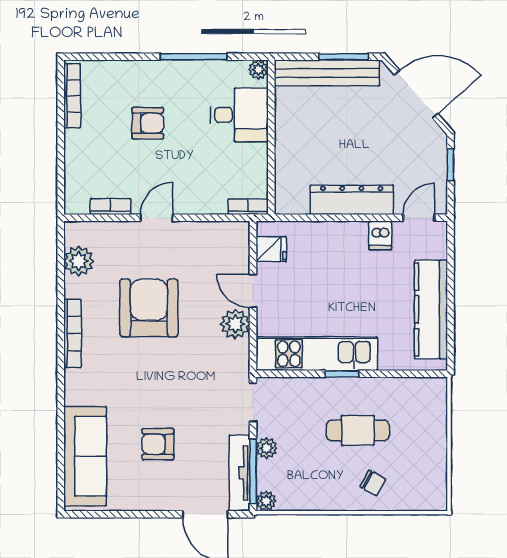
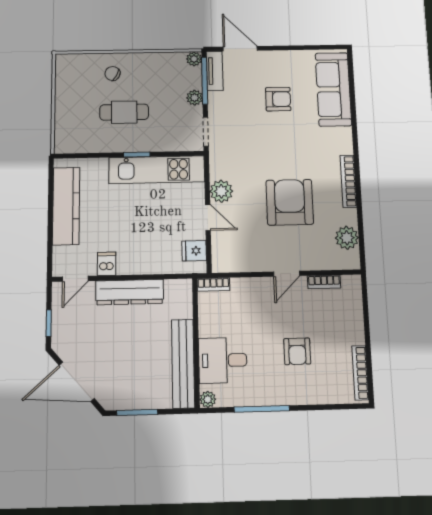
bench: (327, 73) -> (183, 364), moved, turned 90
armchair: (148, 123) -> (297, 351), turned -90
armchair: (149, 308) -> (290, 202), turned 180
tv unit: (240, 473) -> (215, 71), width x0.71

